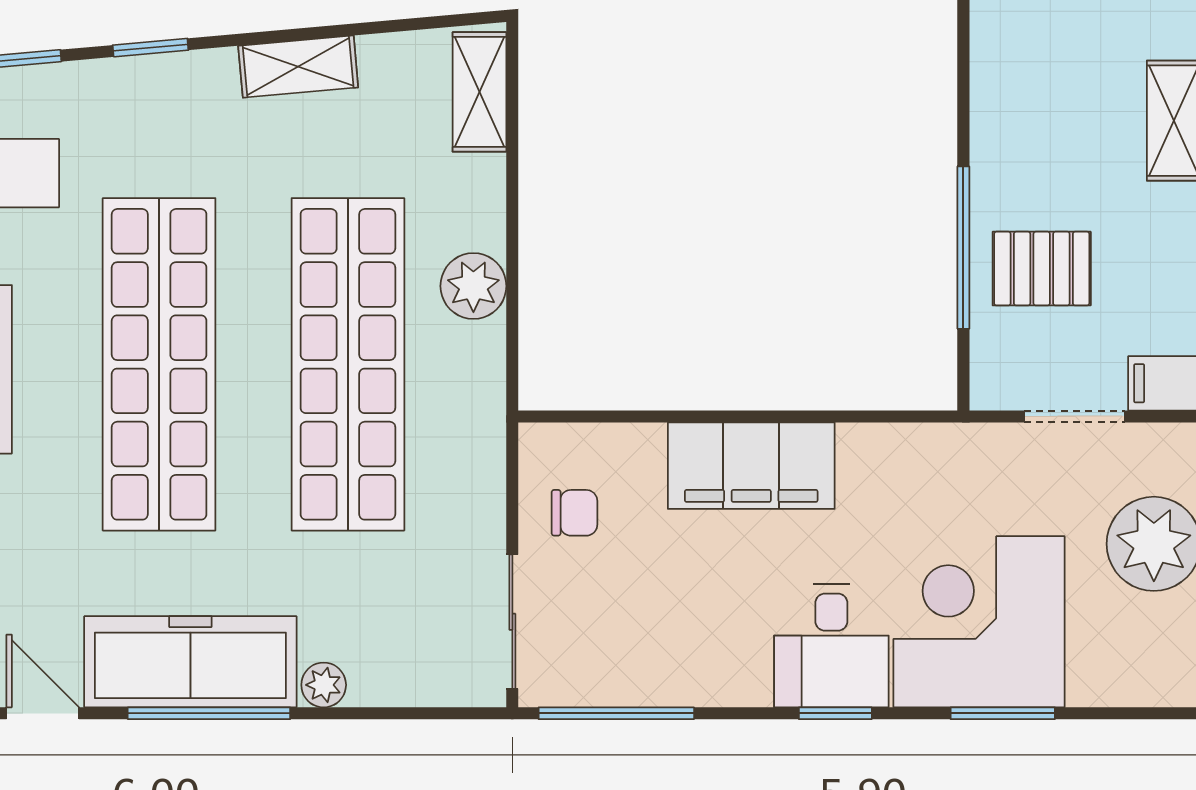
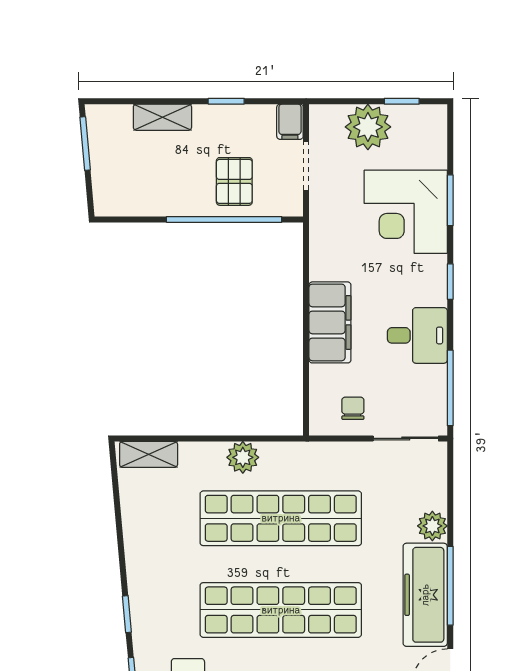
shelving: (298, 67) -> (136, 542), removed
window: (963, 248) -> (224, 219), width x1.46
desk: (831, 646) -> (417, 335), moved
plant: (324, 685) -> (432, 526), width x1.38, depth x1.38

